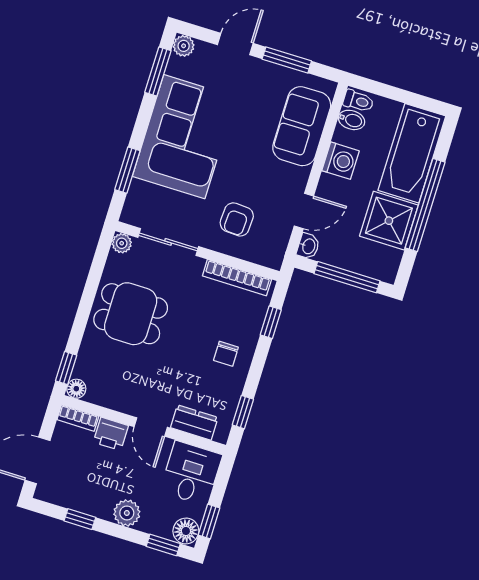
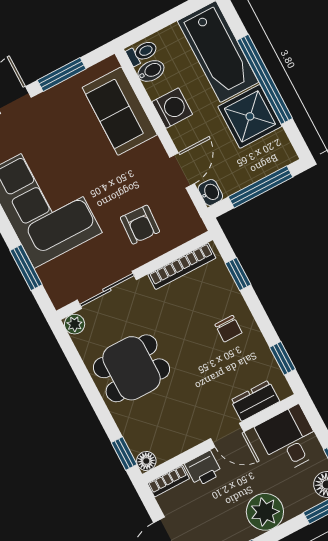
plant: (127, 513) -> (265, 512), width x1.36, depth x1.36

